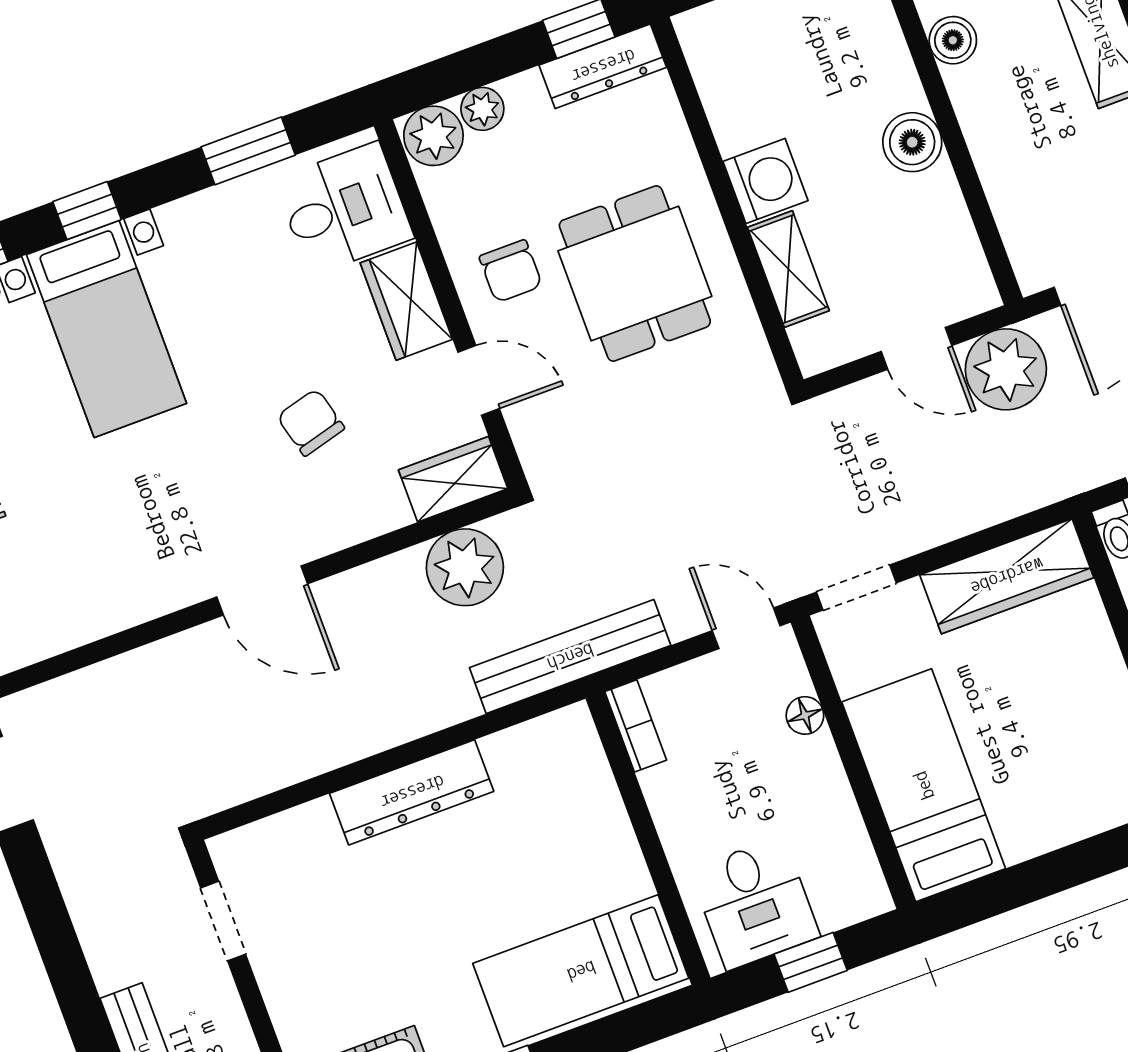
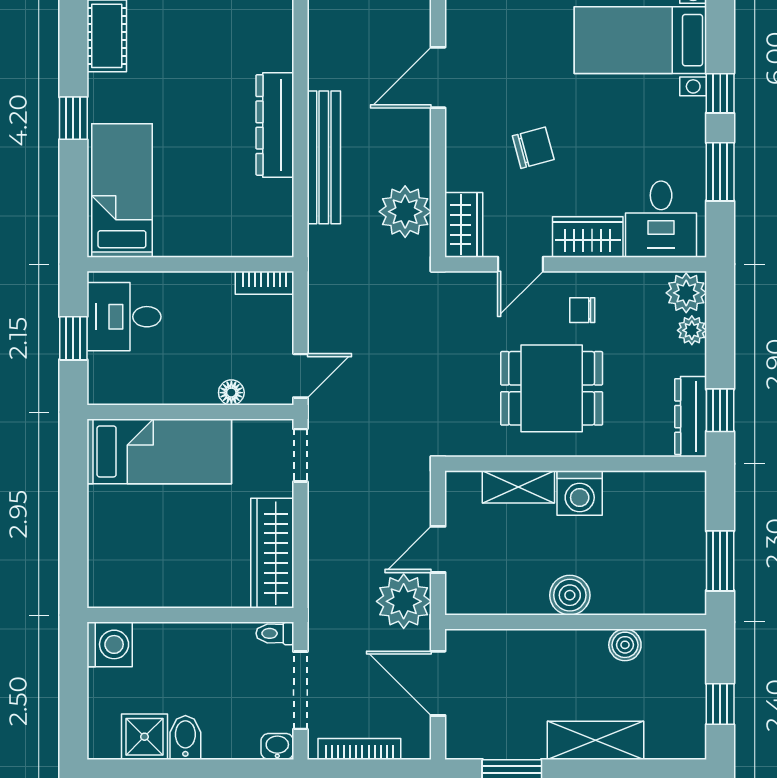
window: (87, 211) -> (720, 93), moved
chair: (511, 271) -> (582, 310), width x0.73, depth x0.73
bench: (570, 657) -> (324, 157), moved

